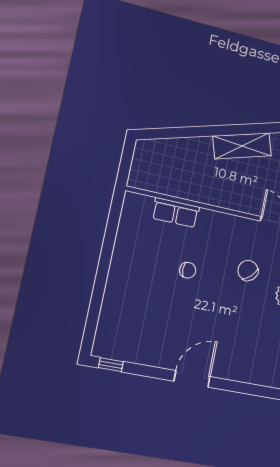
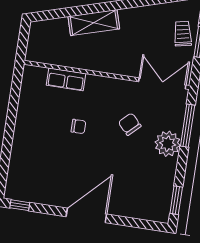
shelving: (242, 146) -> (94, 23), moved
door: (192, 379) -> (86, 215), width x1.36

